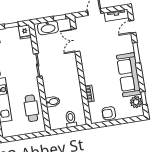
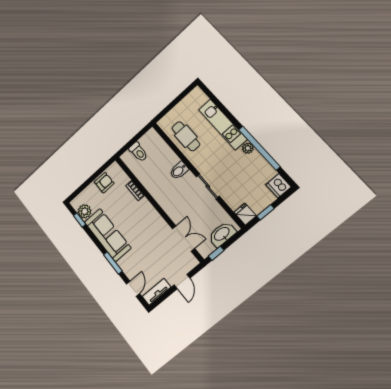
bidet: (53, 102) -> (179, 171), moved

